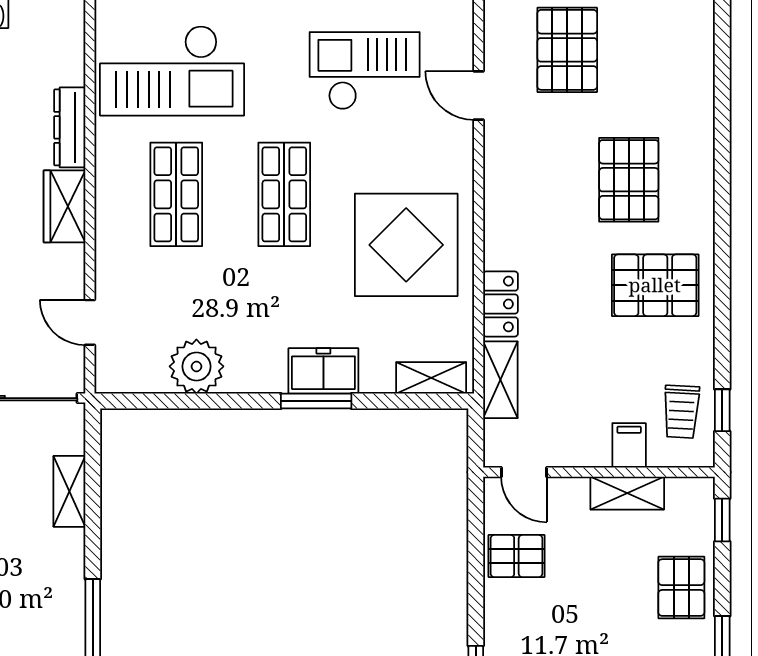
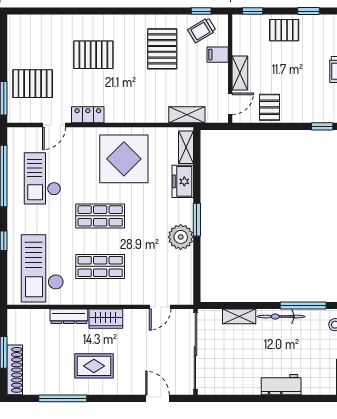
checkout: (172, 71) -> (42, 268), turned 180
pallet: (655, 285) -> (162, 49), moved
locker: (500, 304) -> (88, 115), moved
plant: (196, 366) -> (181, 237), moved
freezer: (323, 371) -> (183, 181), moved
window: (316, 401) -> (197, 220), moved
trolley: (681, 412) -> (202, 30), turned 146
shelving: (627, 493) -> (240, 73), moved
bicycle: (69, 581) -> (281, 317), added

